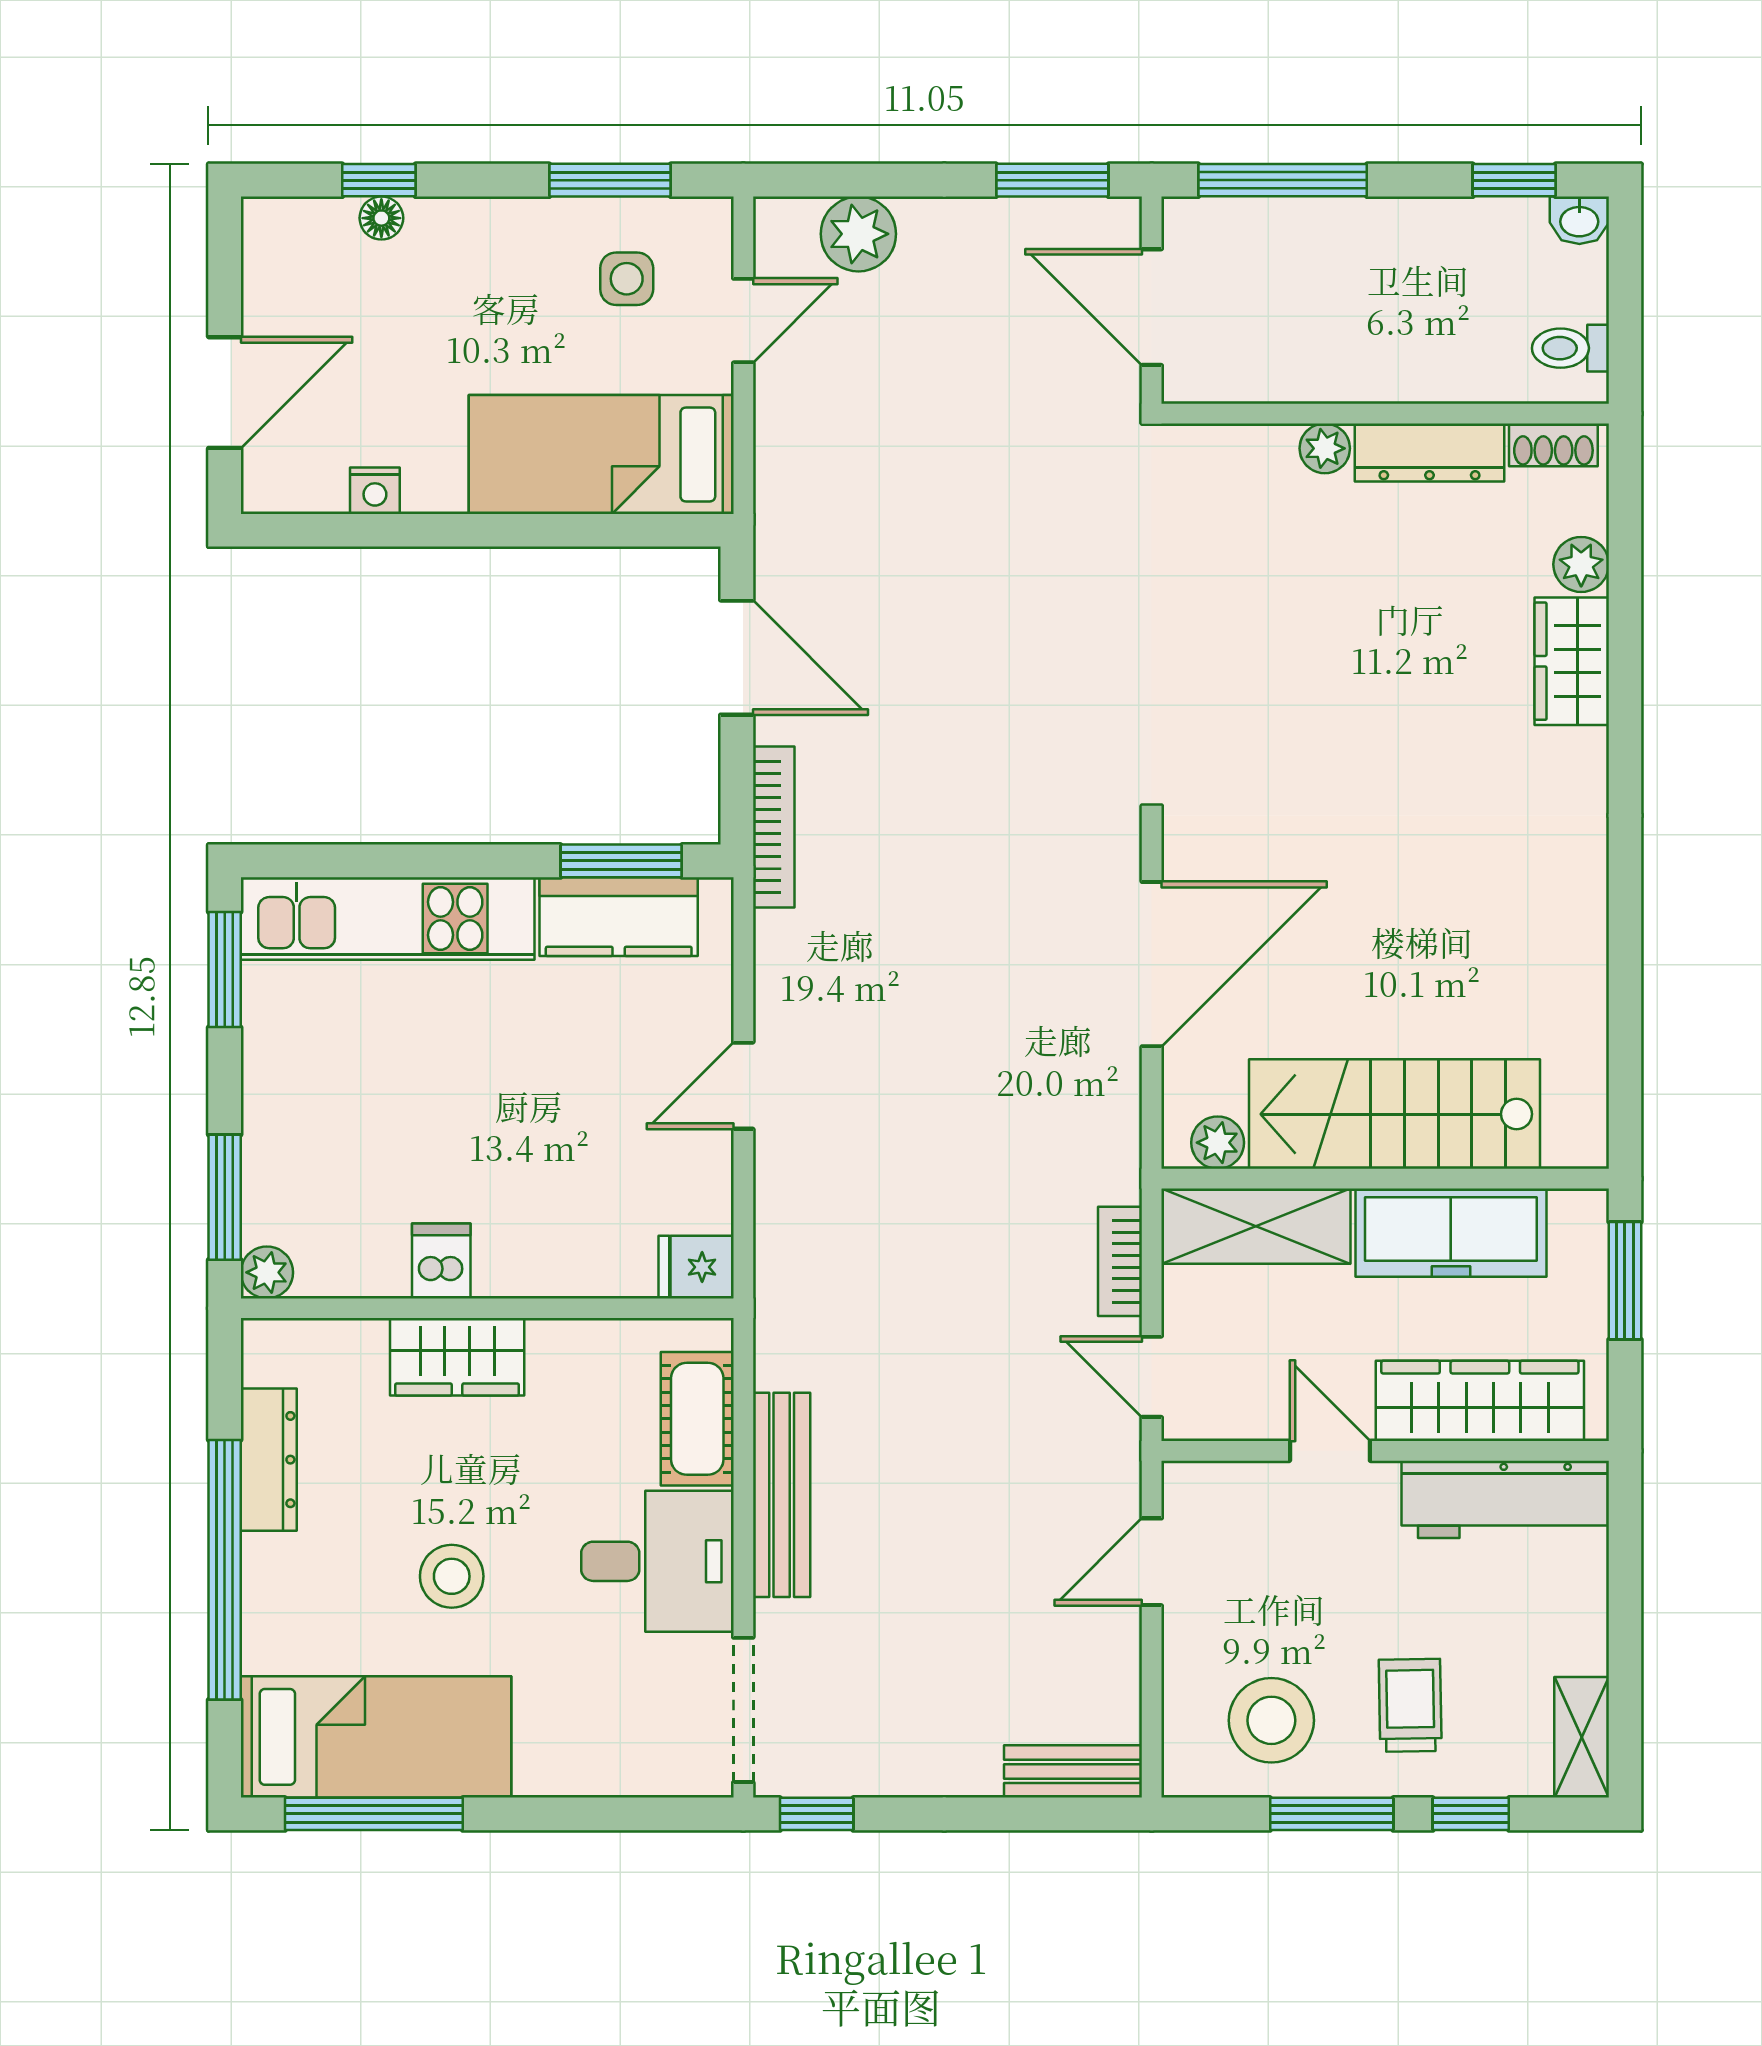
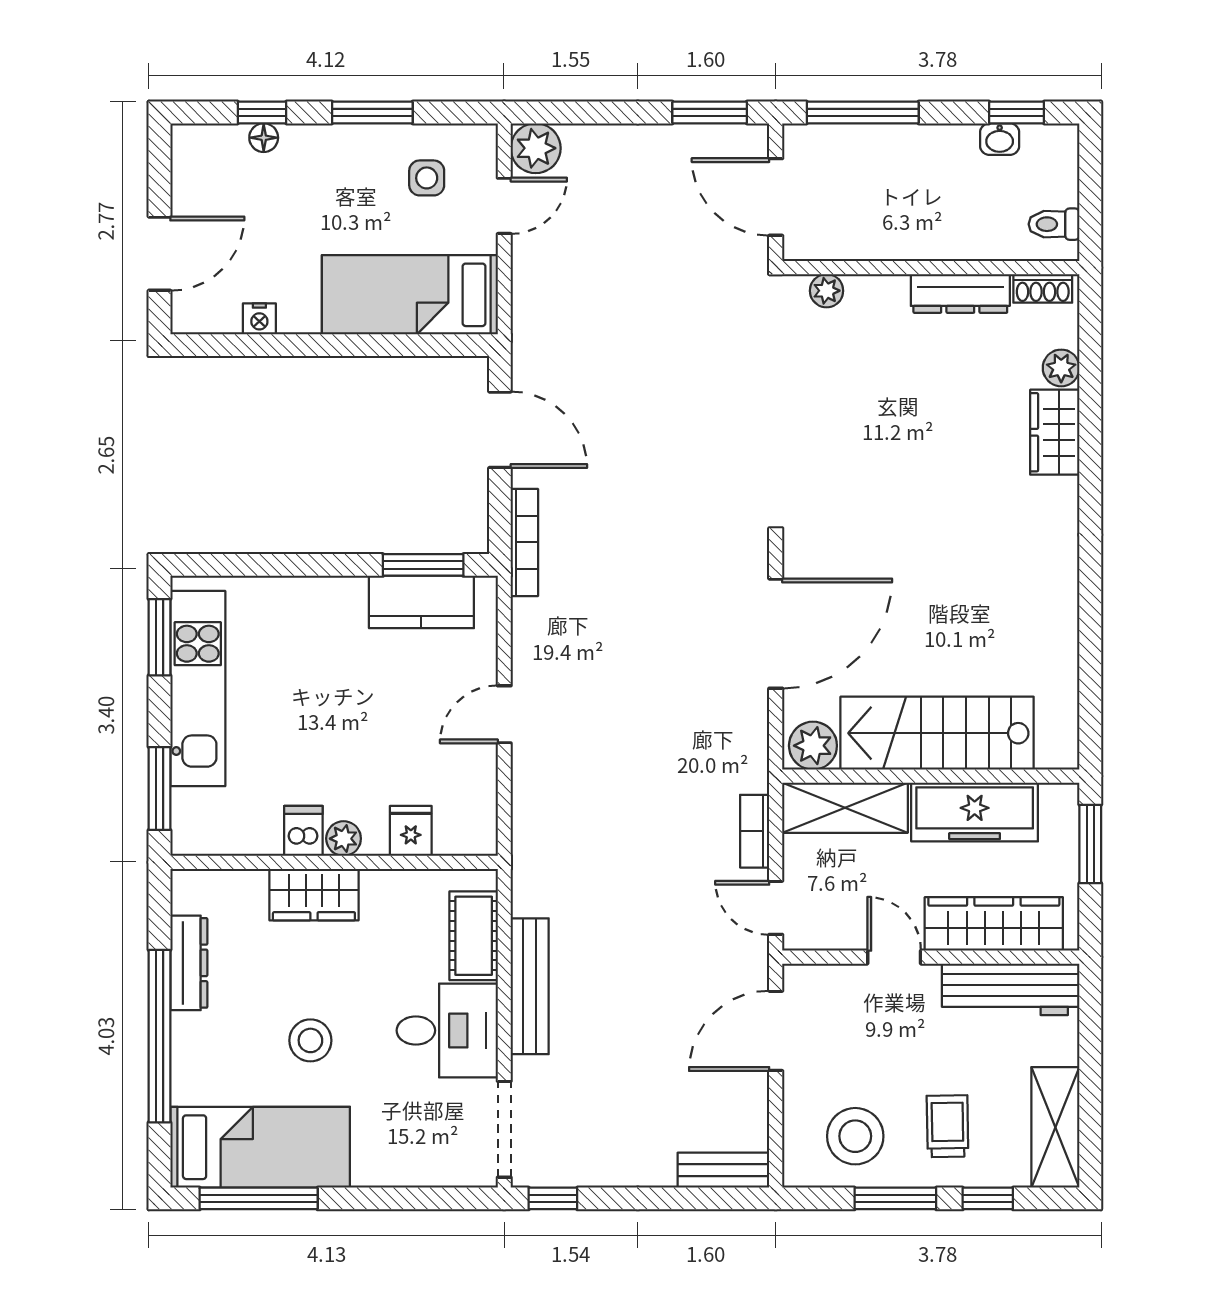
window: (610, 180) -> (372, 112), moved
washbasin: (1579, 220) -> (1000, 139), moved
plant: (858, 234) -> (536, 148), moved
plant: (1325, 448) -> (827, 291), moved
kitchen unit: (388, 919) -> (198, 689), moved, turned -90
plant: (1218, 1143) -> (813, 746), width x1.38, depth x1.38
fridge: (696, 1267) -> (411, 831), moved, turned 90
plant: (267, 1272) -> (344, 839), moved
door: (1152, 1562) -> (776, 1031), width x1.38
shelving: (1582, 1737) -> (1055, 1127), width x1.50, depth x1.33

